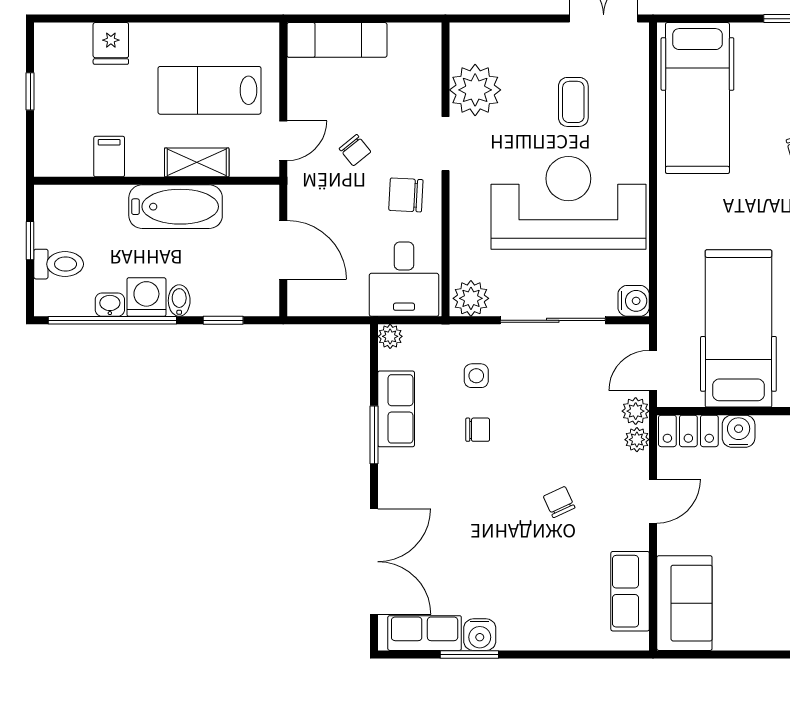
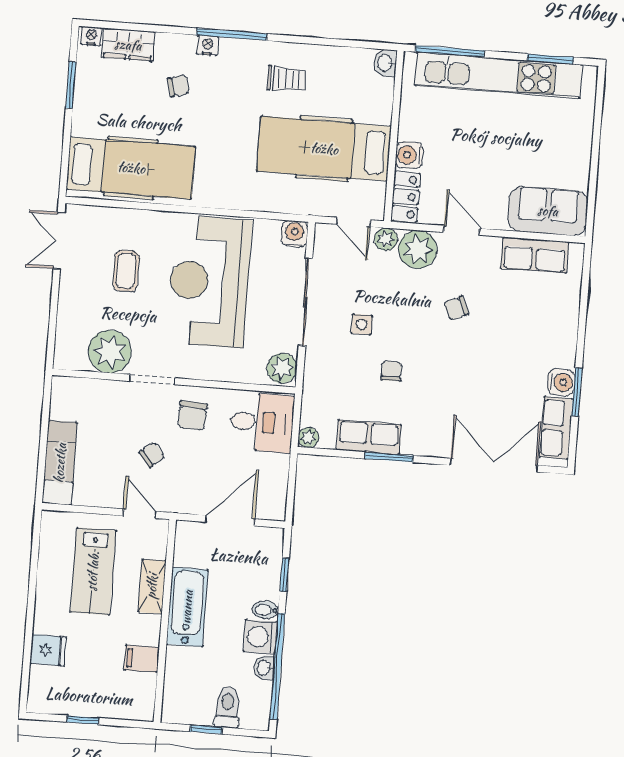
coffee table: (573, 102) -> (126, 271), turned 90
side table: (476, 376) -> (362, 324), moved
plant: (637, 440) -> (418, 249), width x1.88, depth x1.88

